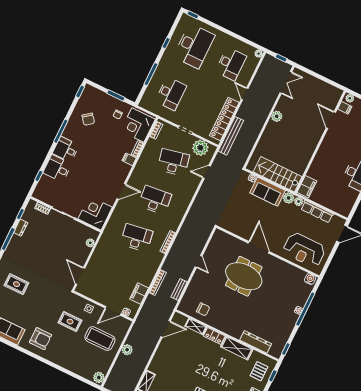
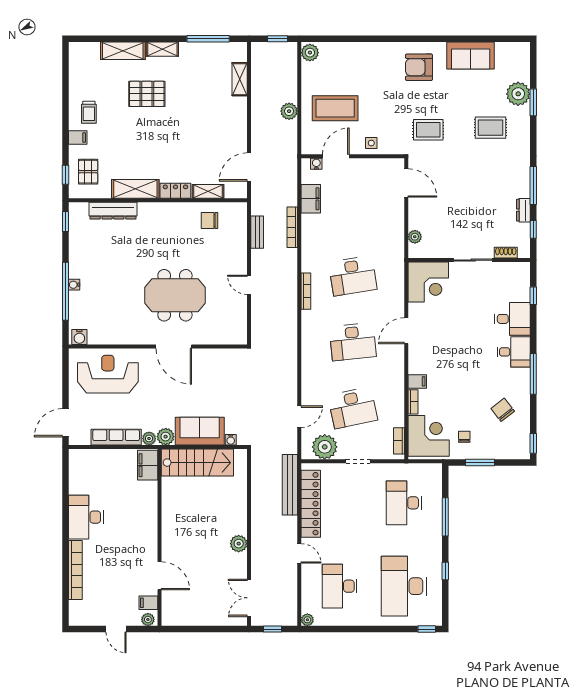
rug: (70, 322) -> (428, 130), moved

